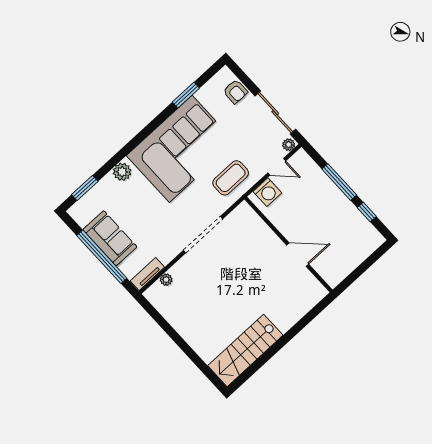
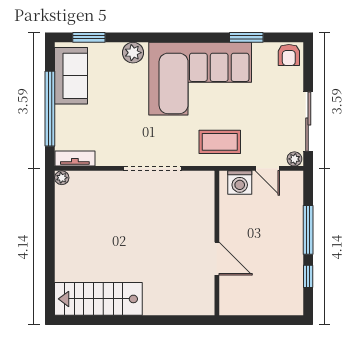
armchair: (235, 92) -> (289, 55), moved
sofa: (110, 238) -> (71, 76), moved
plant: (166, 280) -> (62, 178), moved

